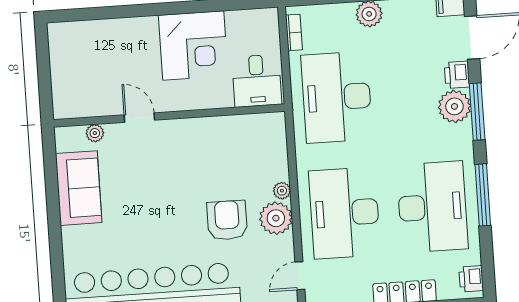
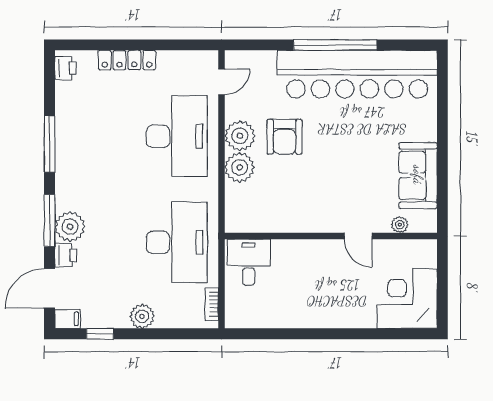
corner desk: (193, 45) -> (407, 298), moved
plant: (282, 191) -> (240, 167), width x1.88, depth x1.88
desk: (432, 207) -> (96, 136), removed

